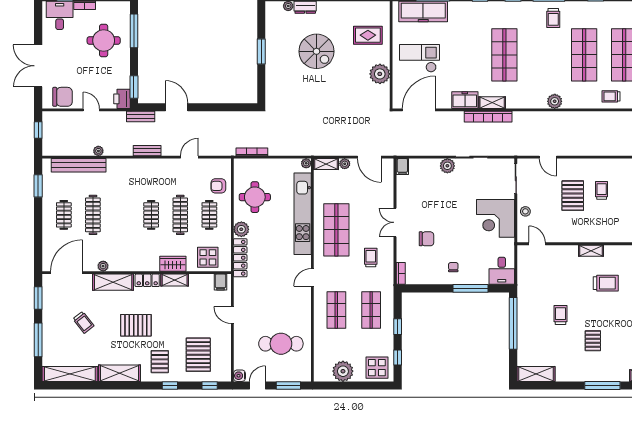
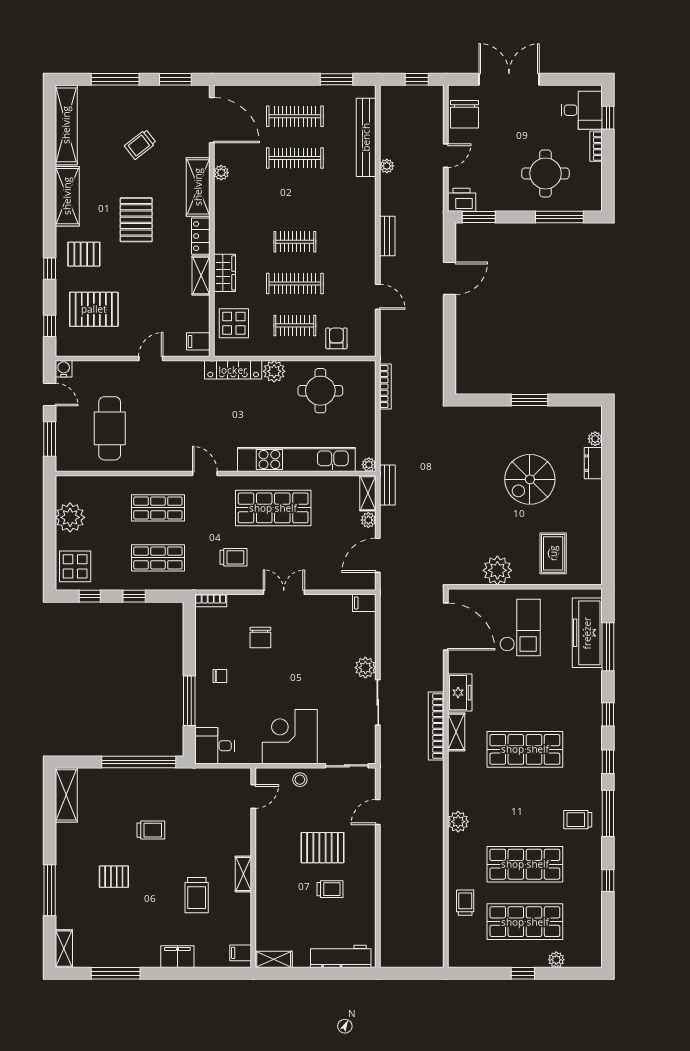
bench: (141, 117) -> (387, 485), moved
clothes rail: (64, 215) -> (295, 116), width x1.36

